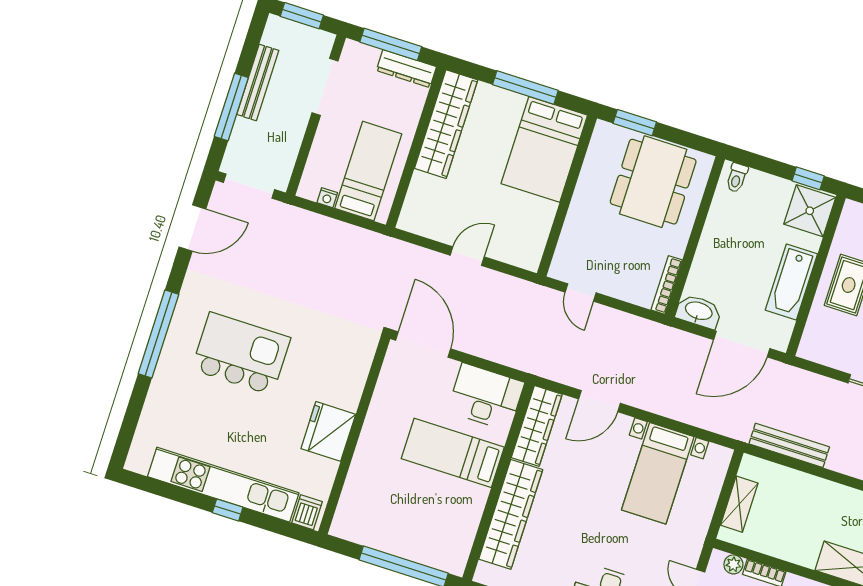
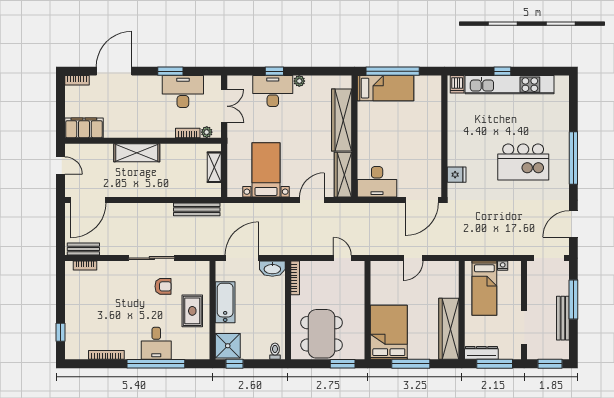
door: (423, 345) -> (422, 200), hinge flipped
fridge: (328, 431) -> (457, 175), moved, width x0.53, depth x0.75
bed: (453, 453) -> (386, 88), moved

